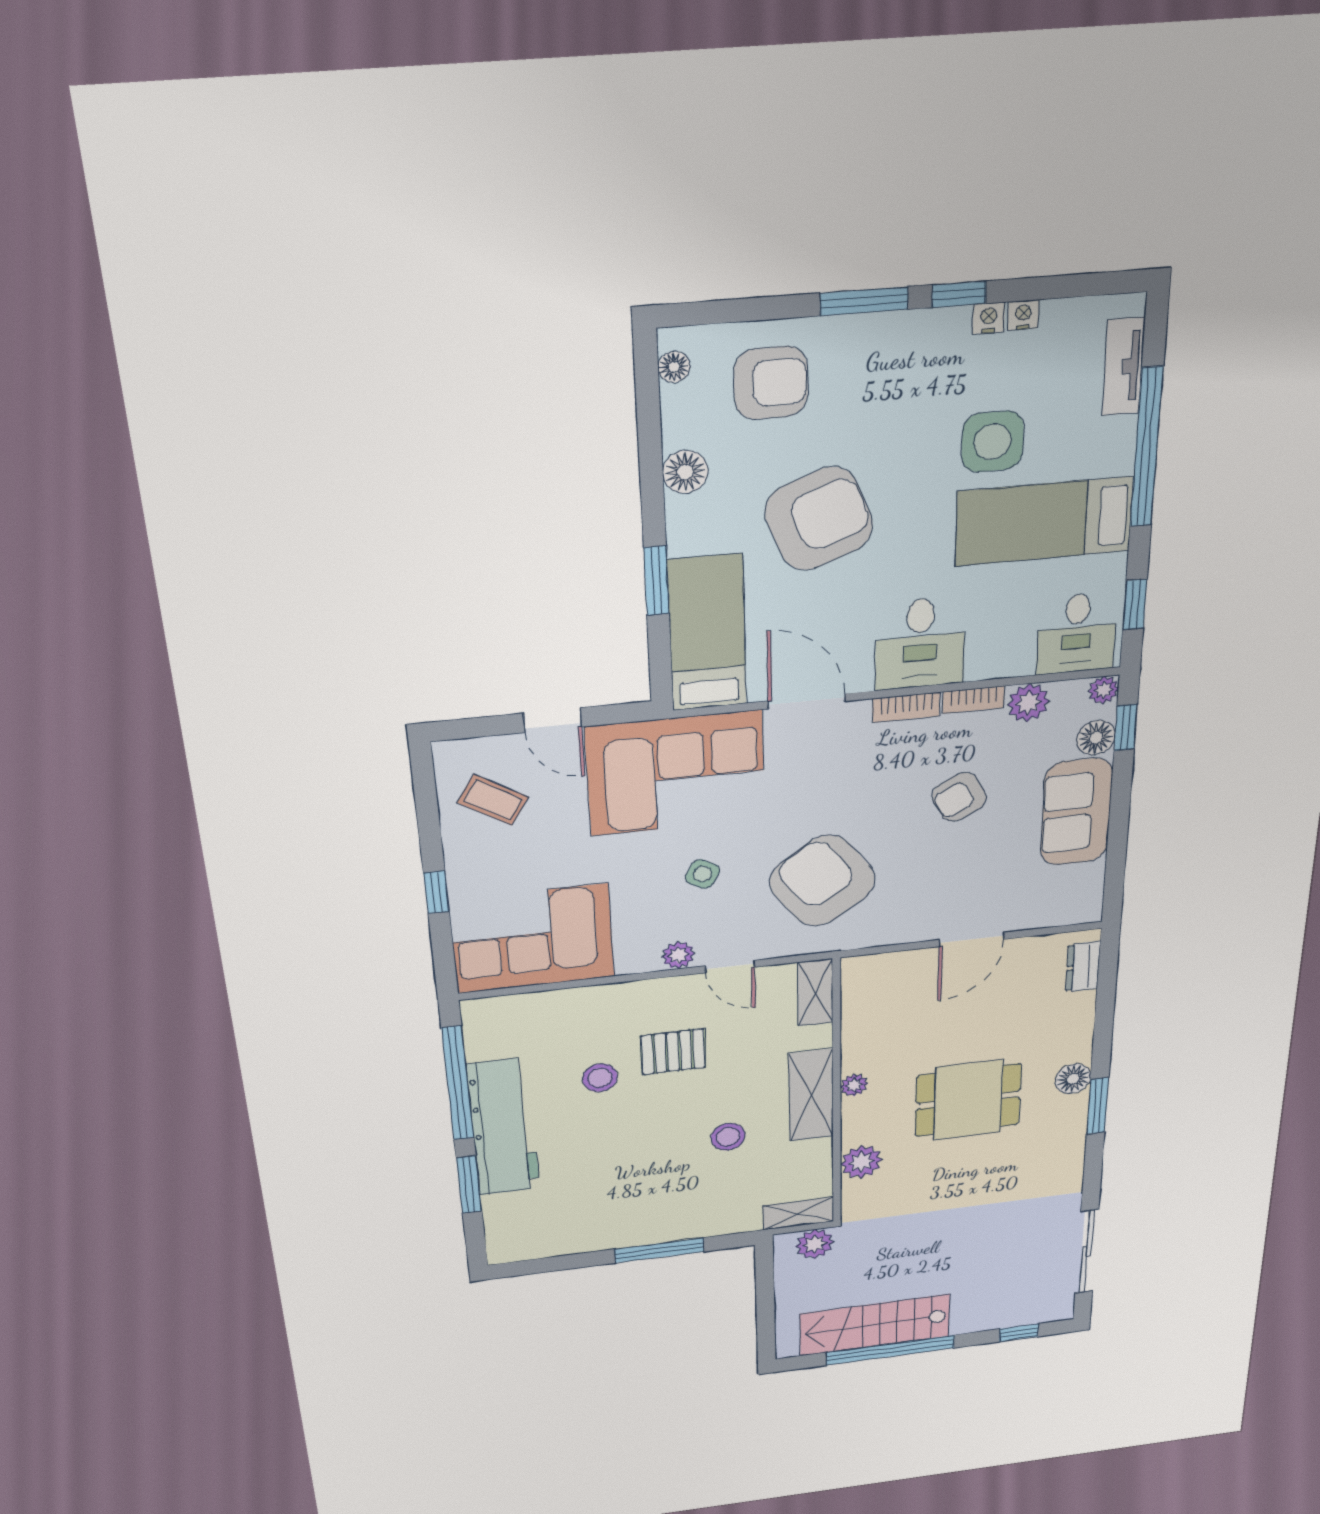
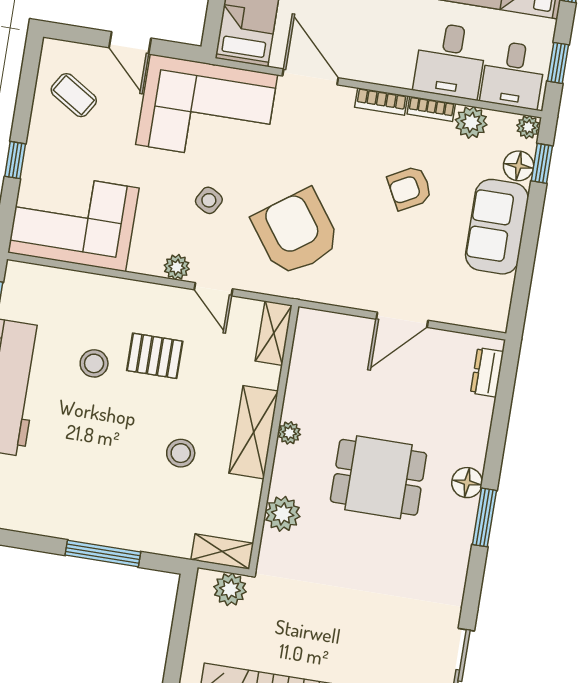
desk: (920, 643) -> (450, 61), moved

